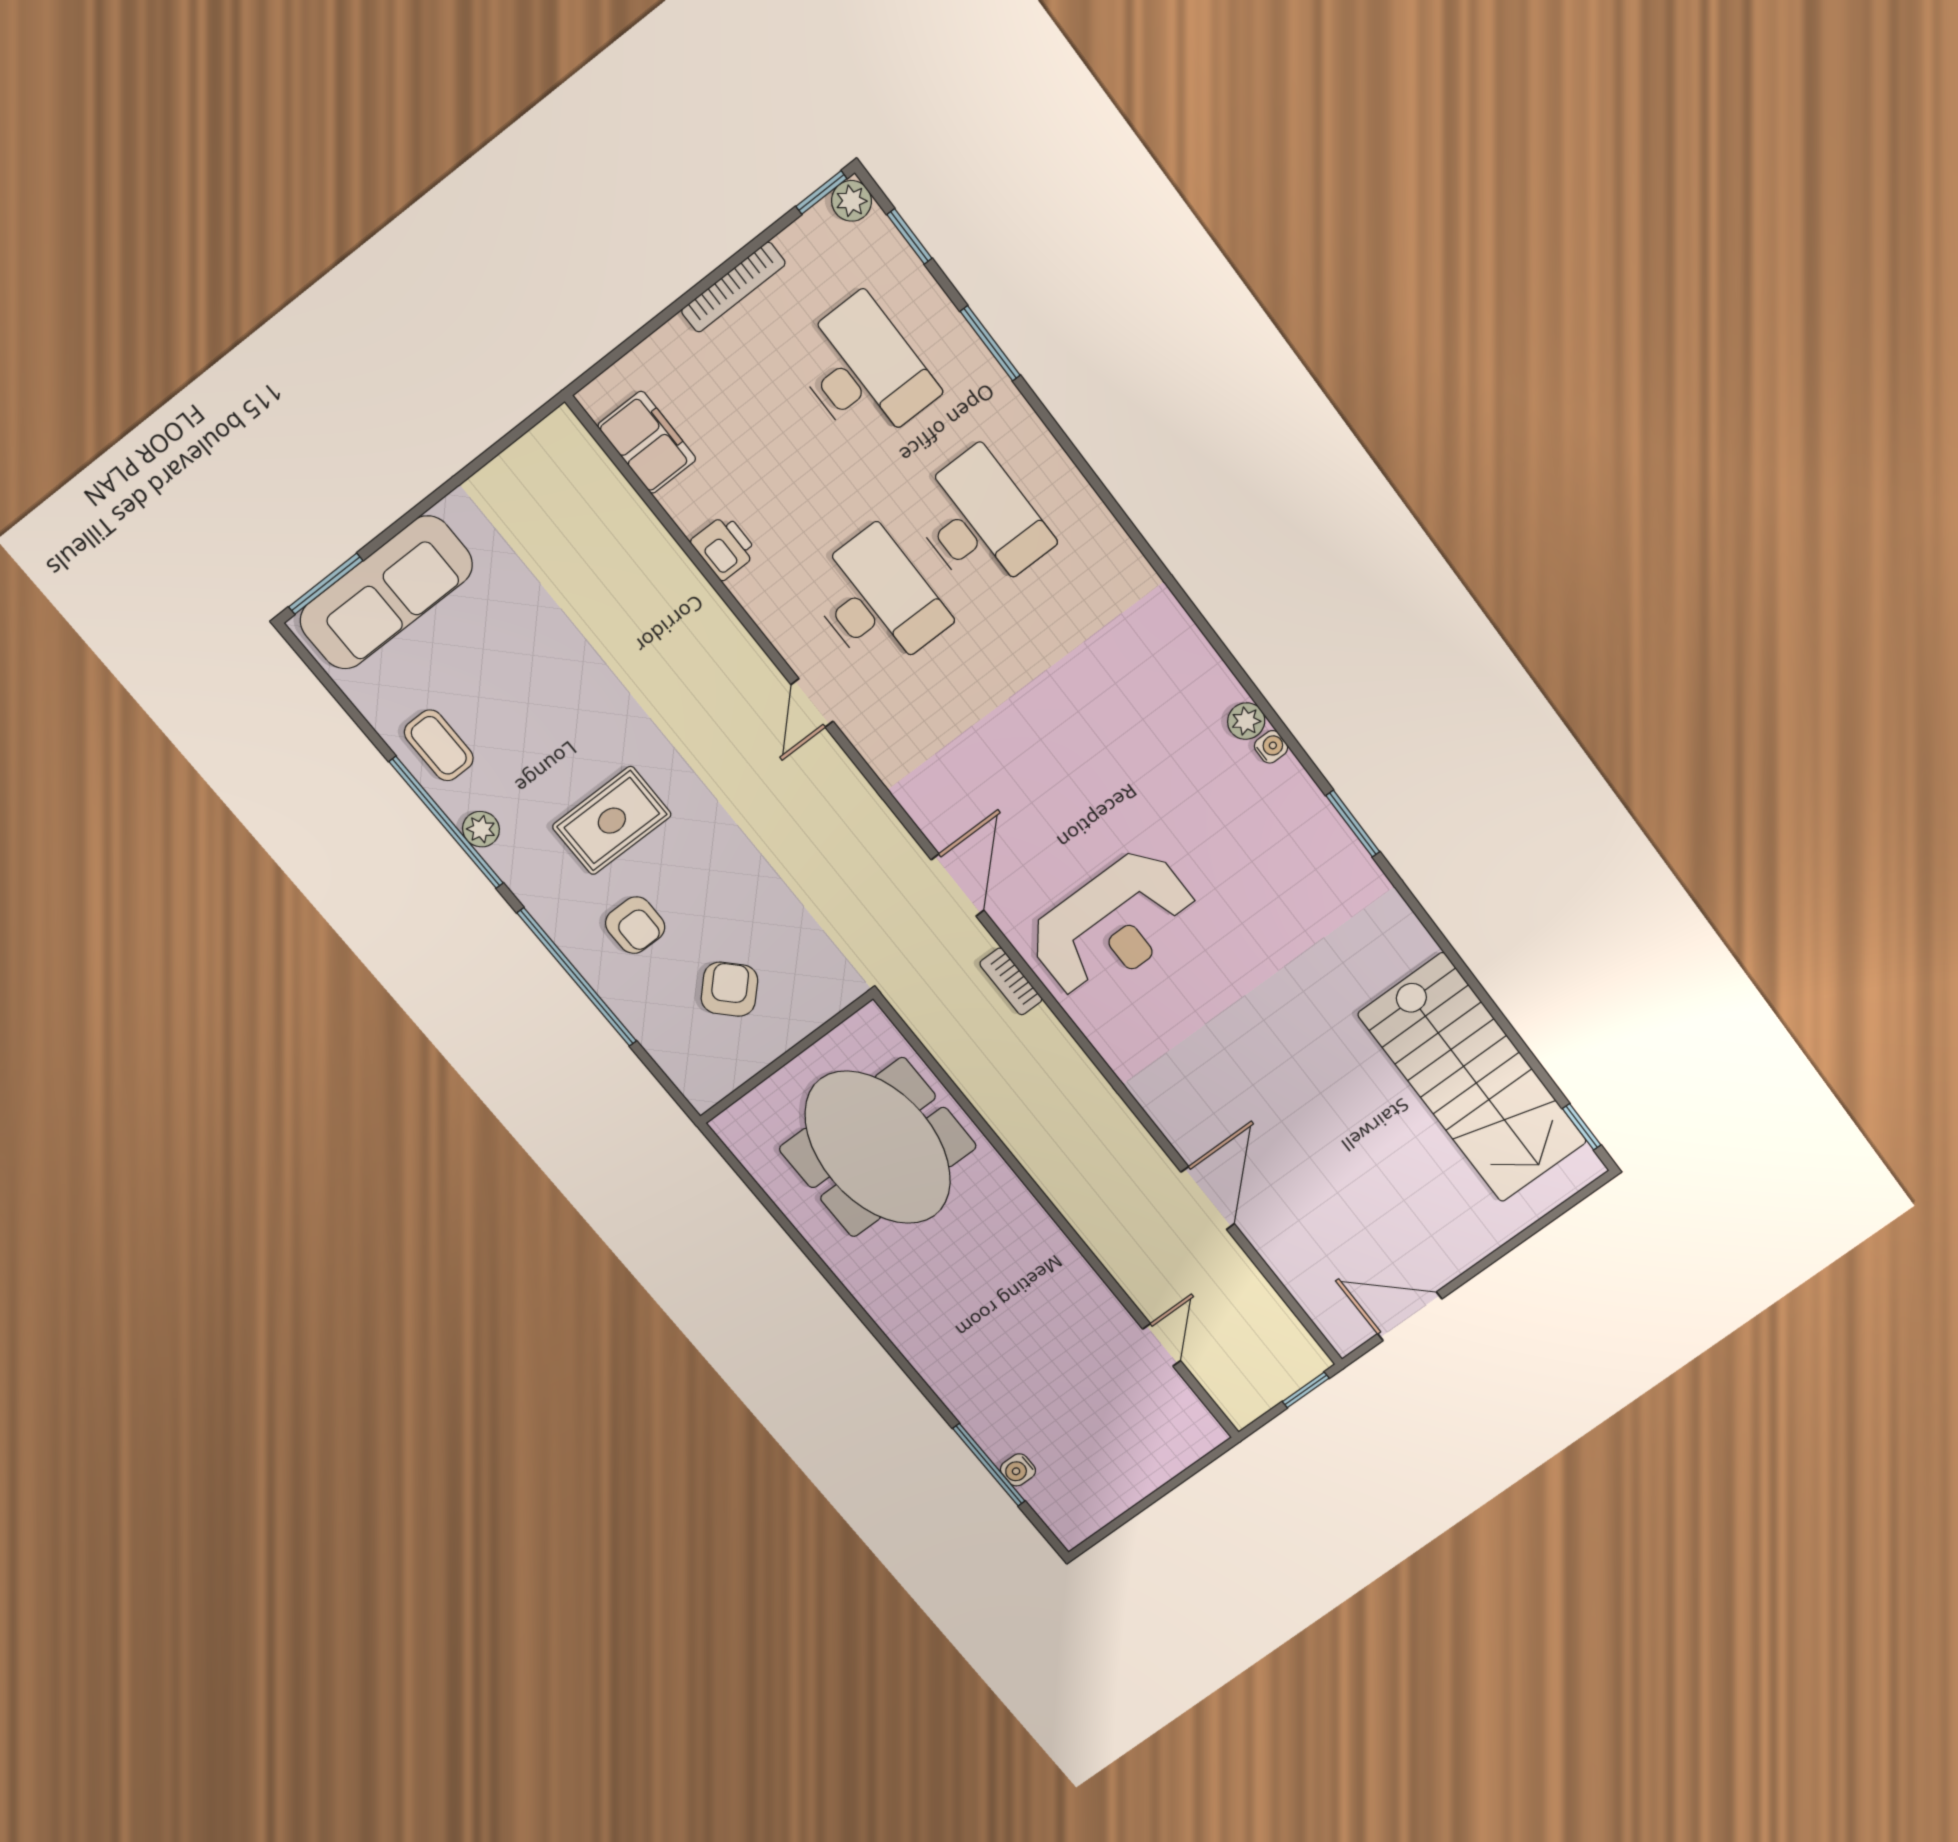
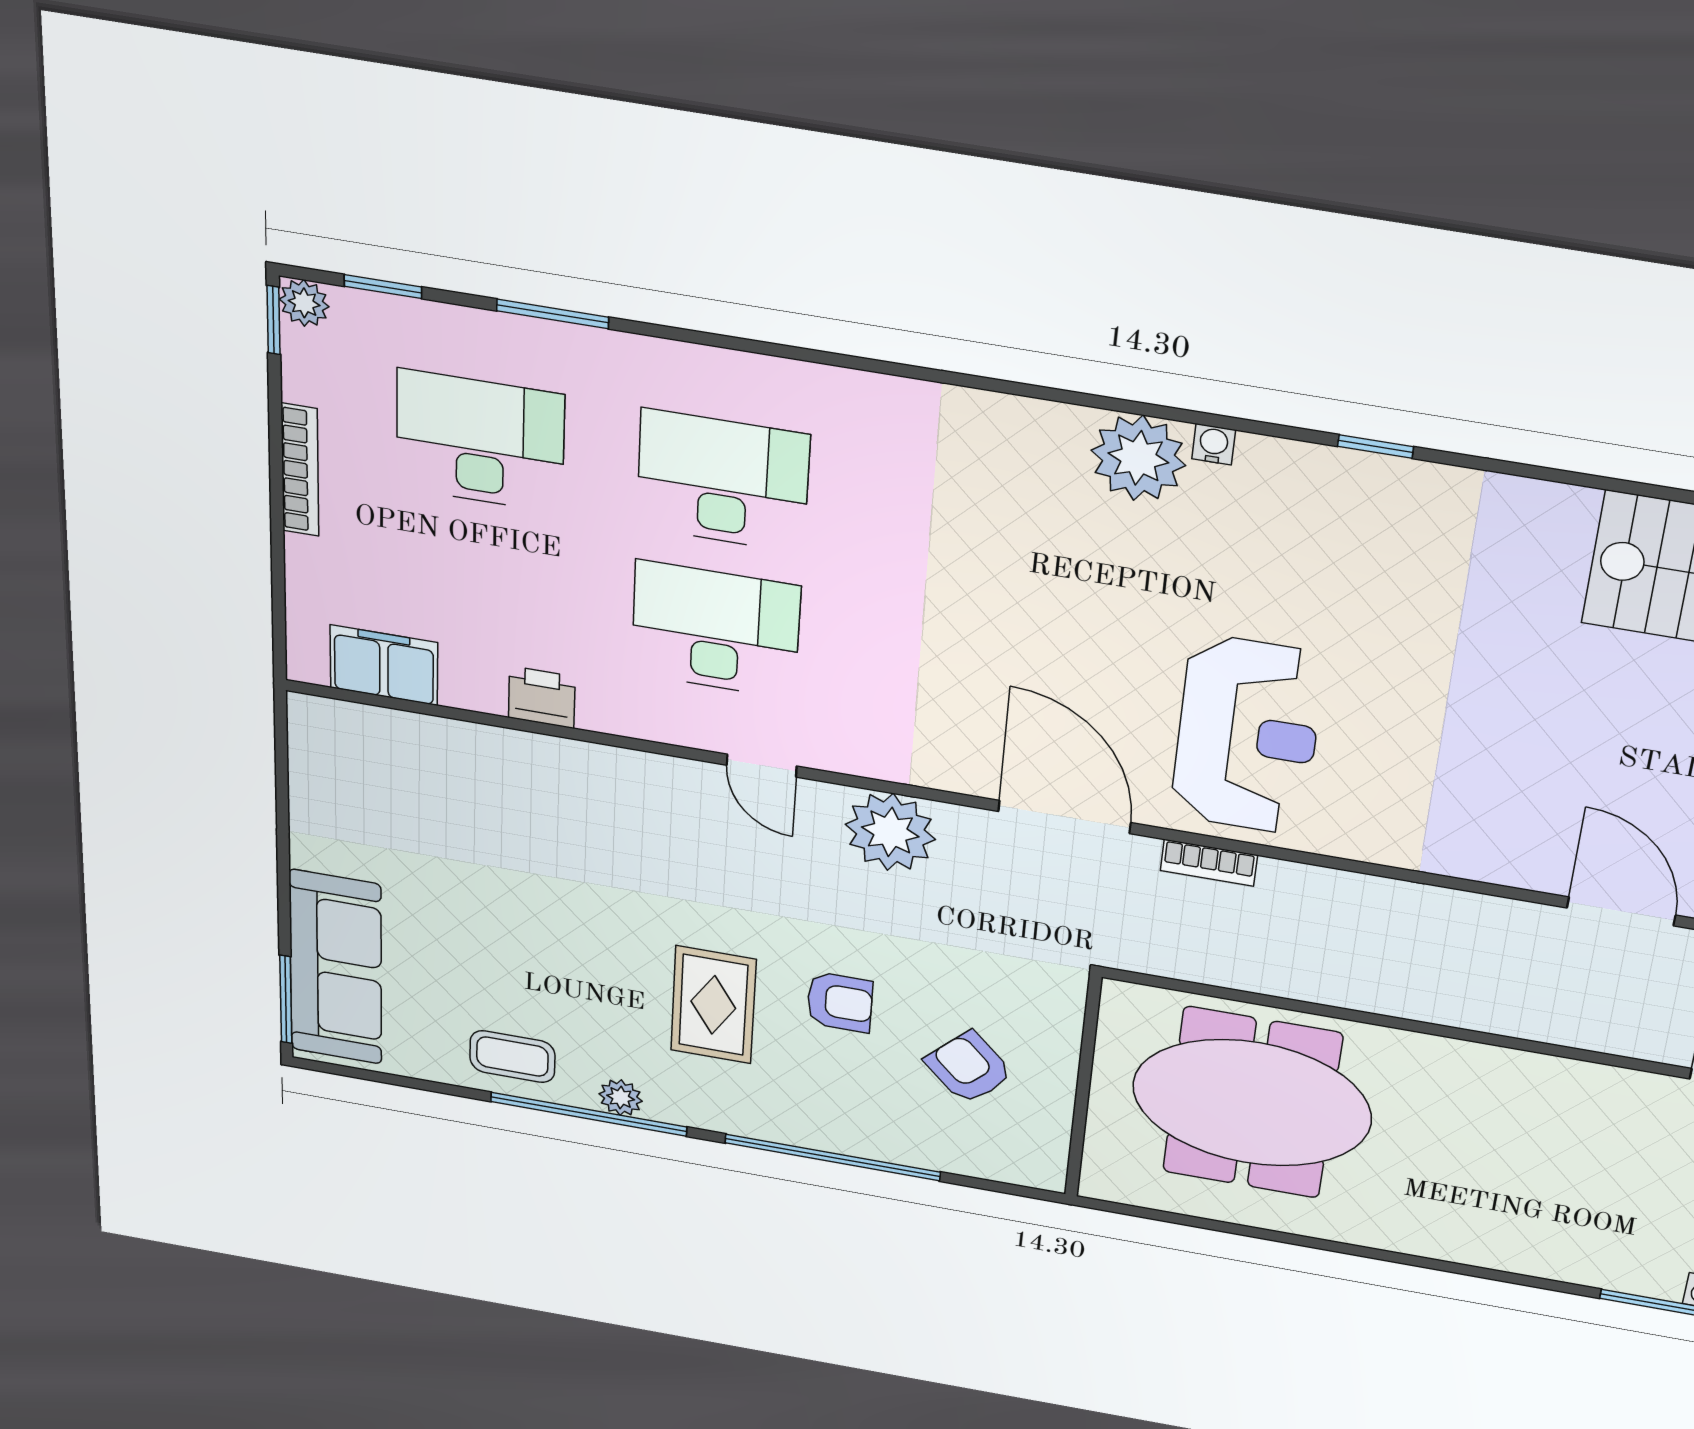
plant: (1246, 721) -> (1138, 458), width x1.88, depth x1.88
plant: (845, 807) -> (890, 832), added
window: (1353, 824) -> (1376, 446), width x0.67
door: (958, 885) -> (1064, 817), width x1.36
armchair: (635, 925) -> (840, 1002), moved

